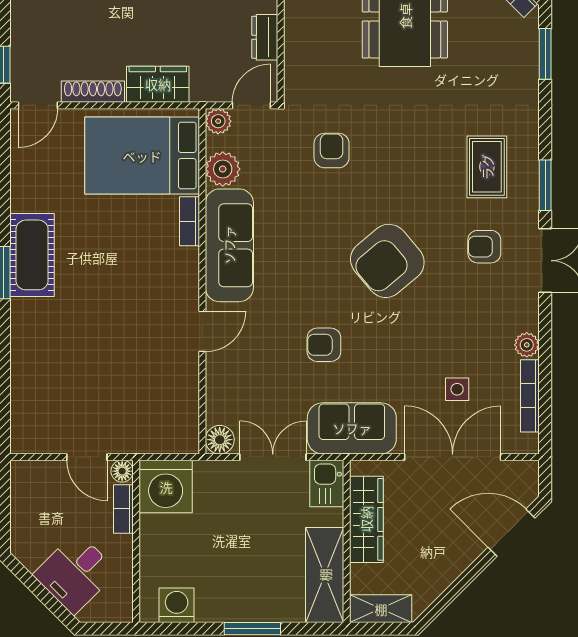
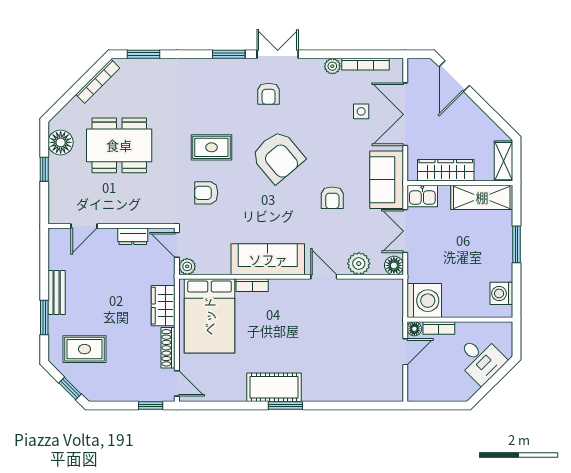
rug: (487, 167) -> (211, 147), moved
plant: (223, 169) -> (359, 264), moved

